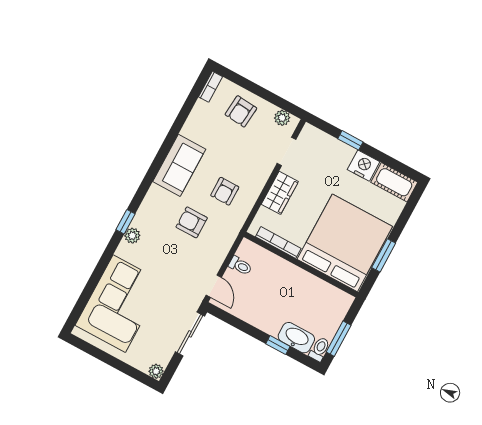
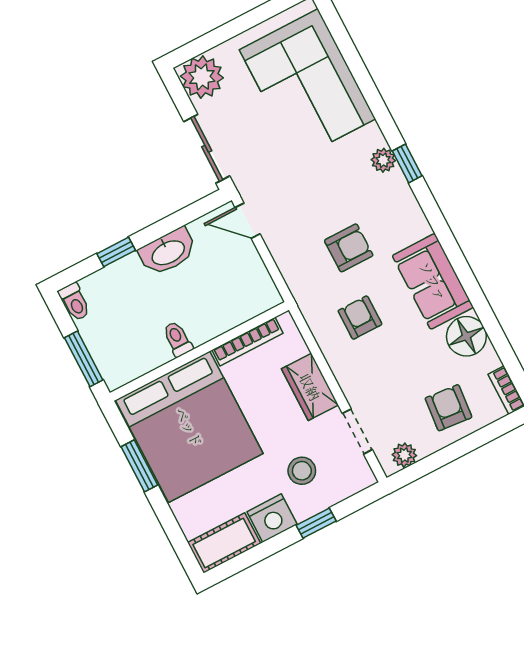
floor lamp: (196, 128) -> (466, 336), added
stool: (328, 167) -> (302, 471), added
toilet: (240, 266) -> (178, 339), moved, turned 90
washbasin: (296, 338) -> (168, 252), moved
window: (339, 339) -> (84, 359), moved
plant: (156, 371) -> (202, 77), width x1.87, depth x1.87

